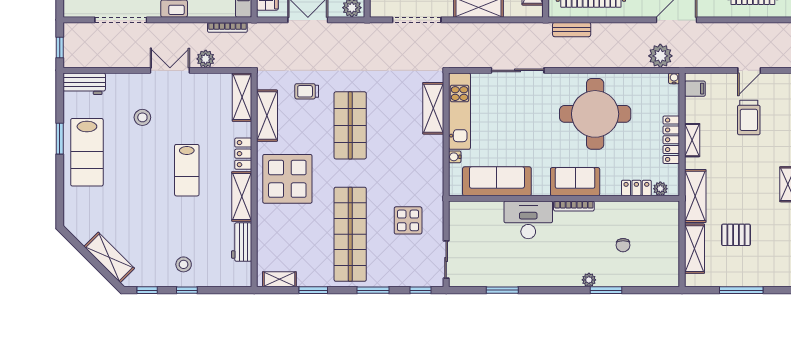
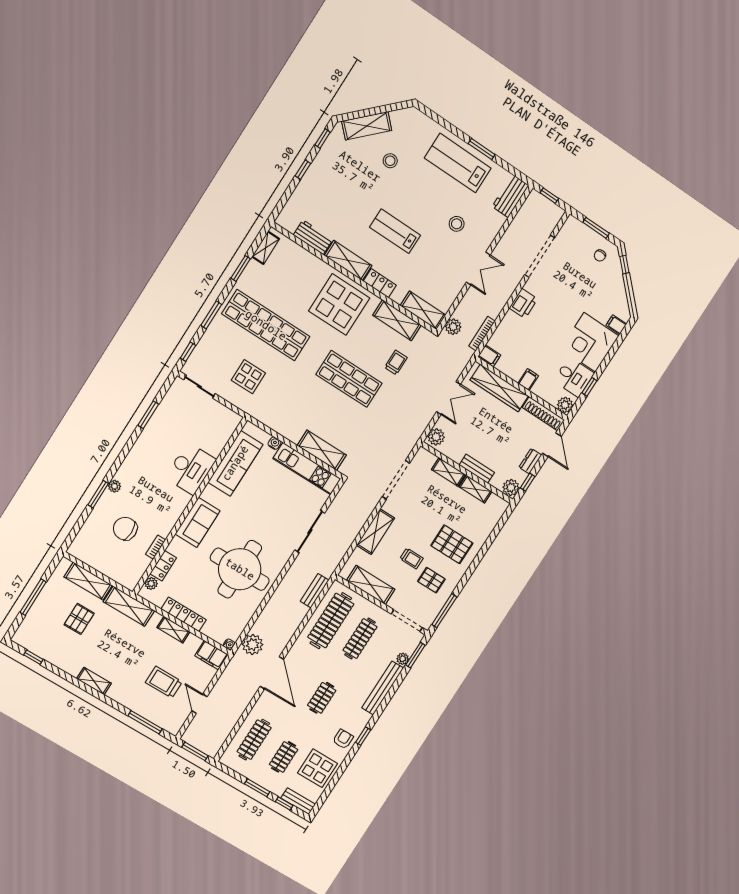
plant: (206, 59) -> (453, 327), moved
filing cabinet: (695, 89) -> (211, 655), width x2.00
bookcase: (574, 206) -> (156, 547), moved, width x0.64
chair: (623, 245) -> (125, 529), width x1.87, depth x1.87
stool: (184, 264) -> (390, 161), moved

